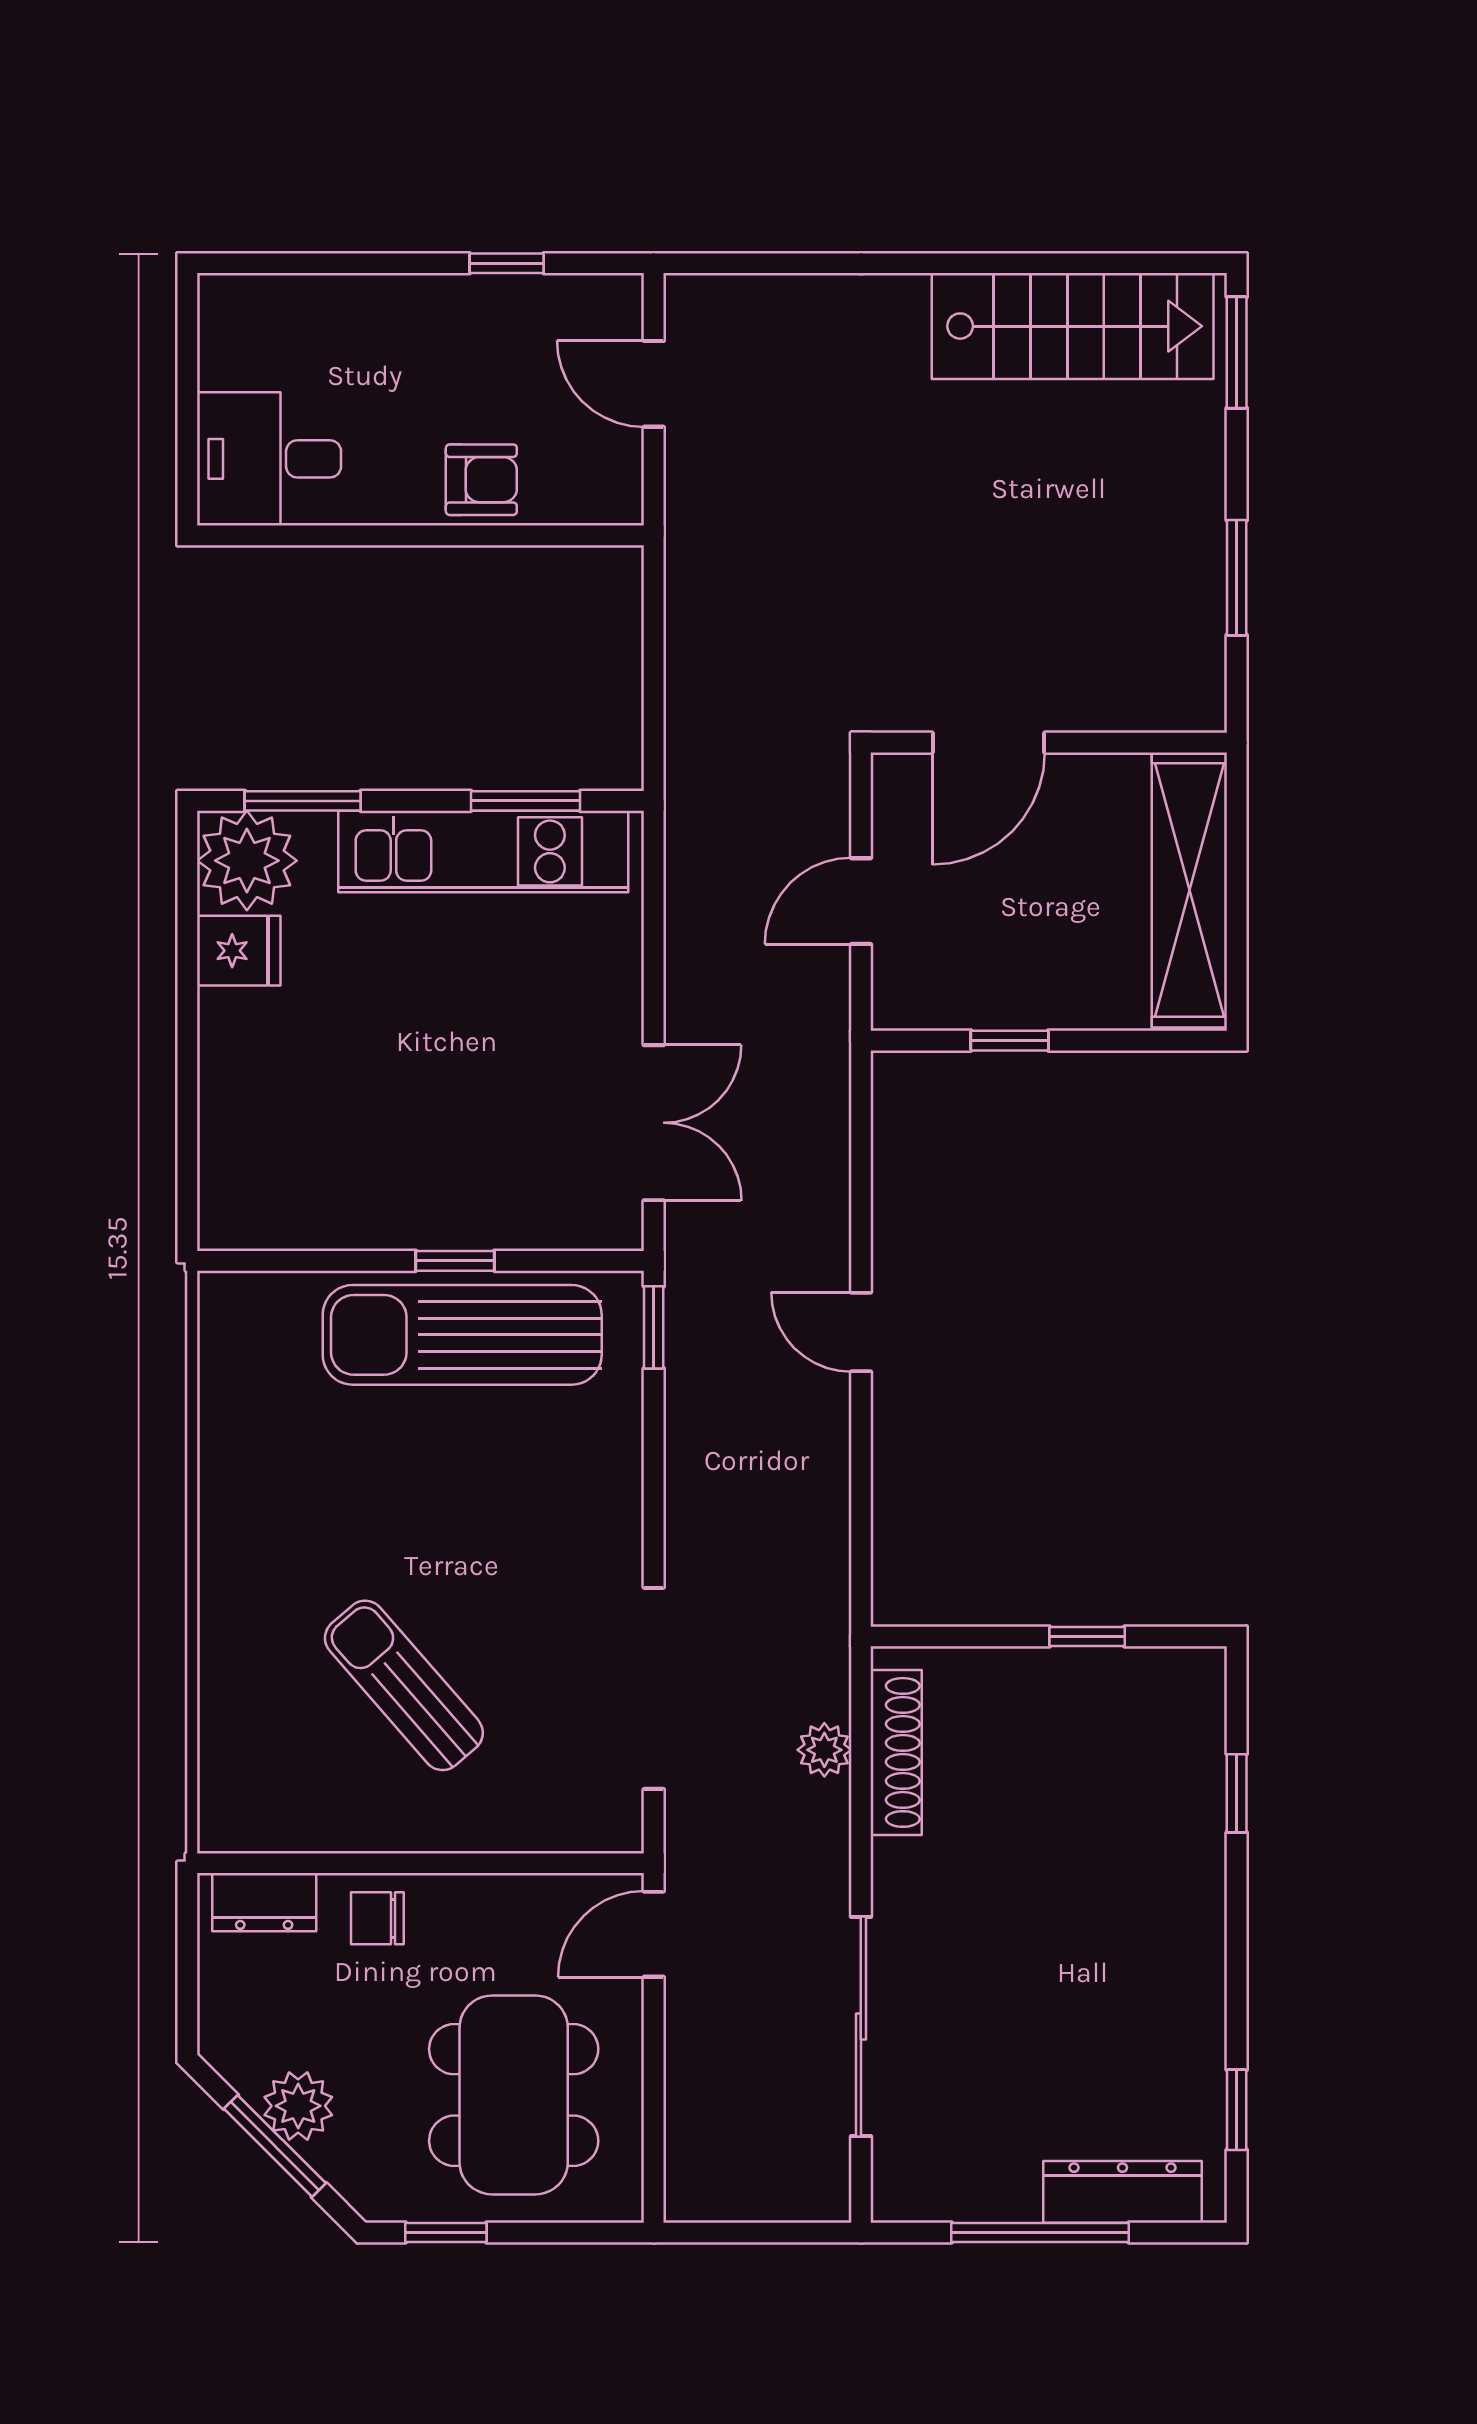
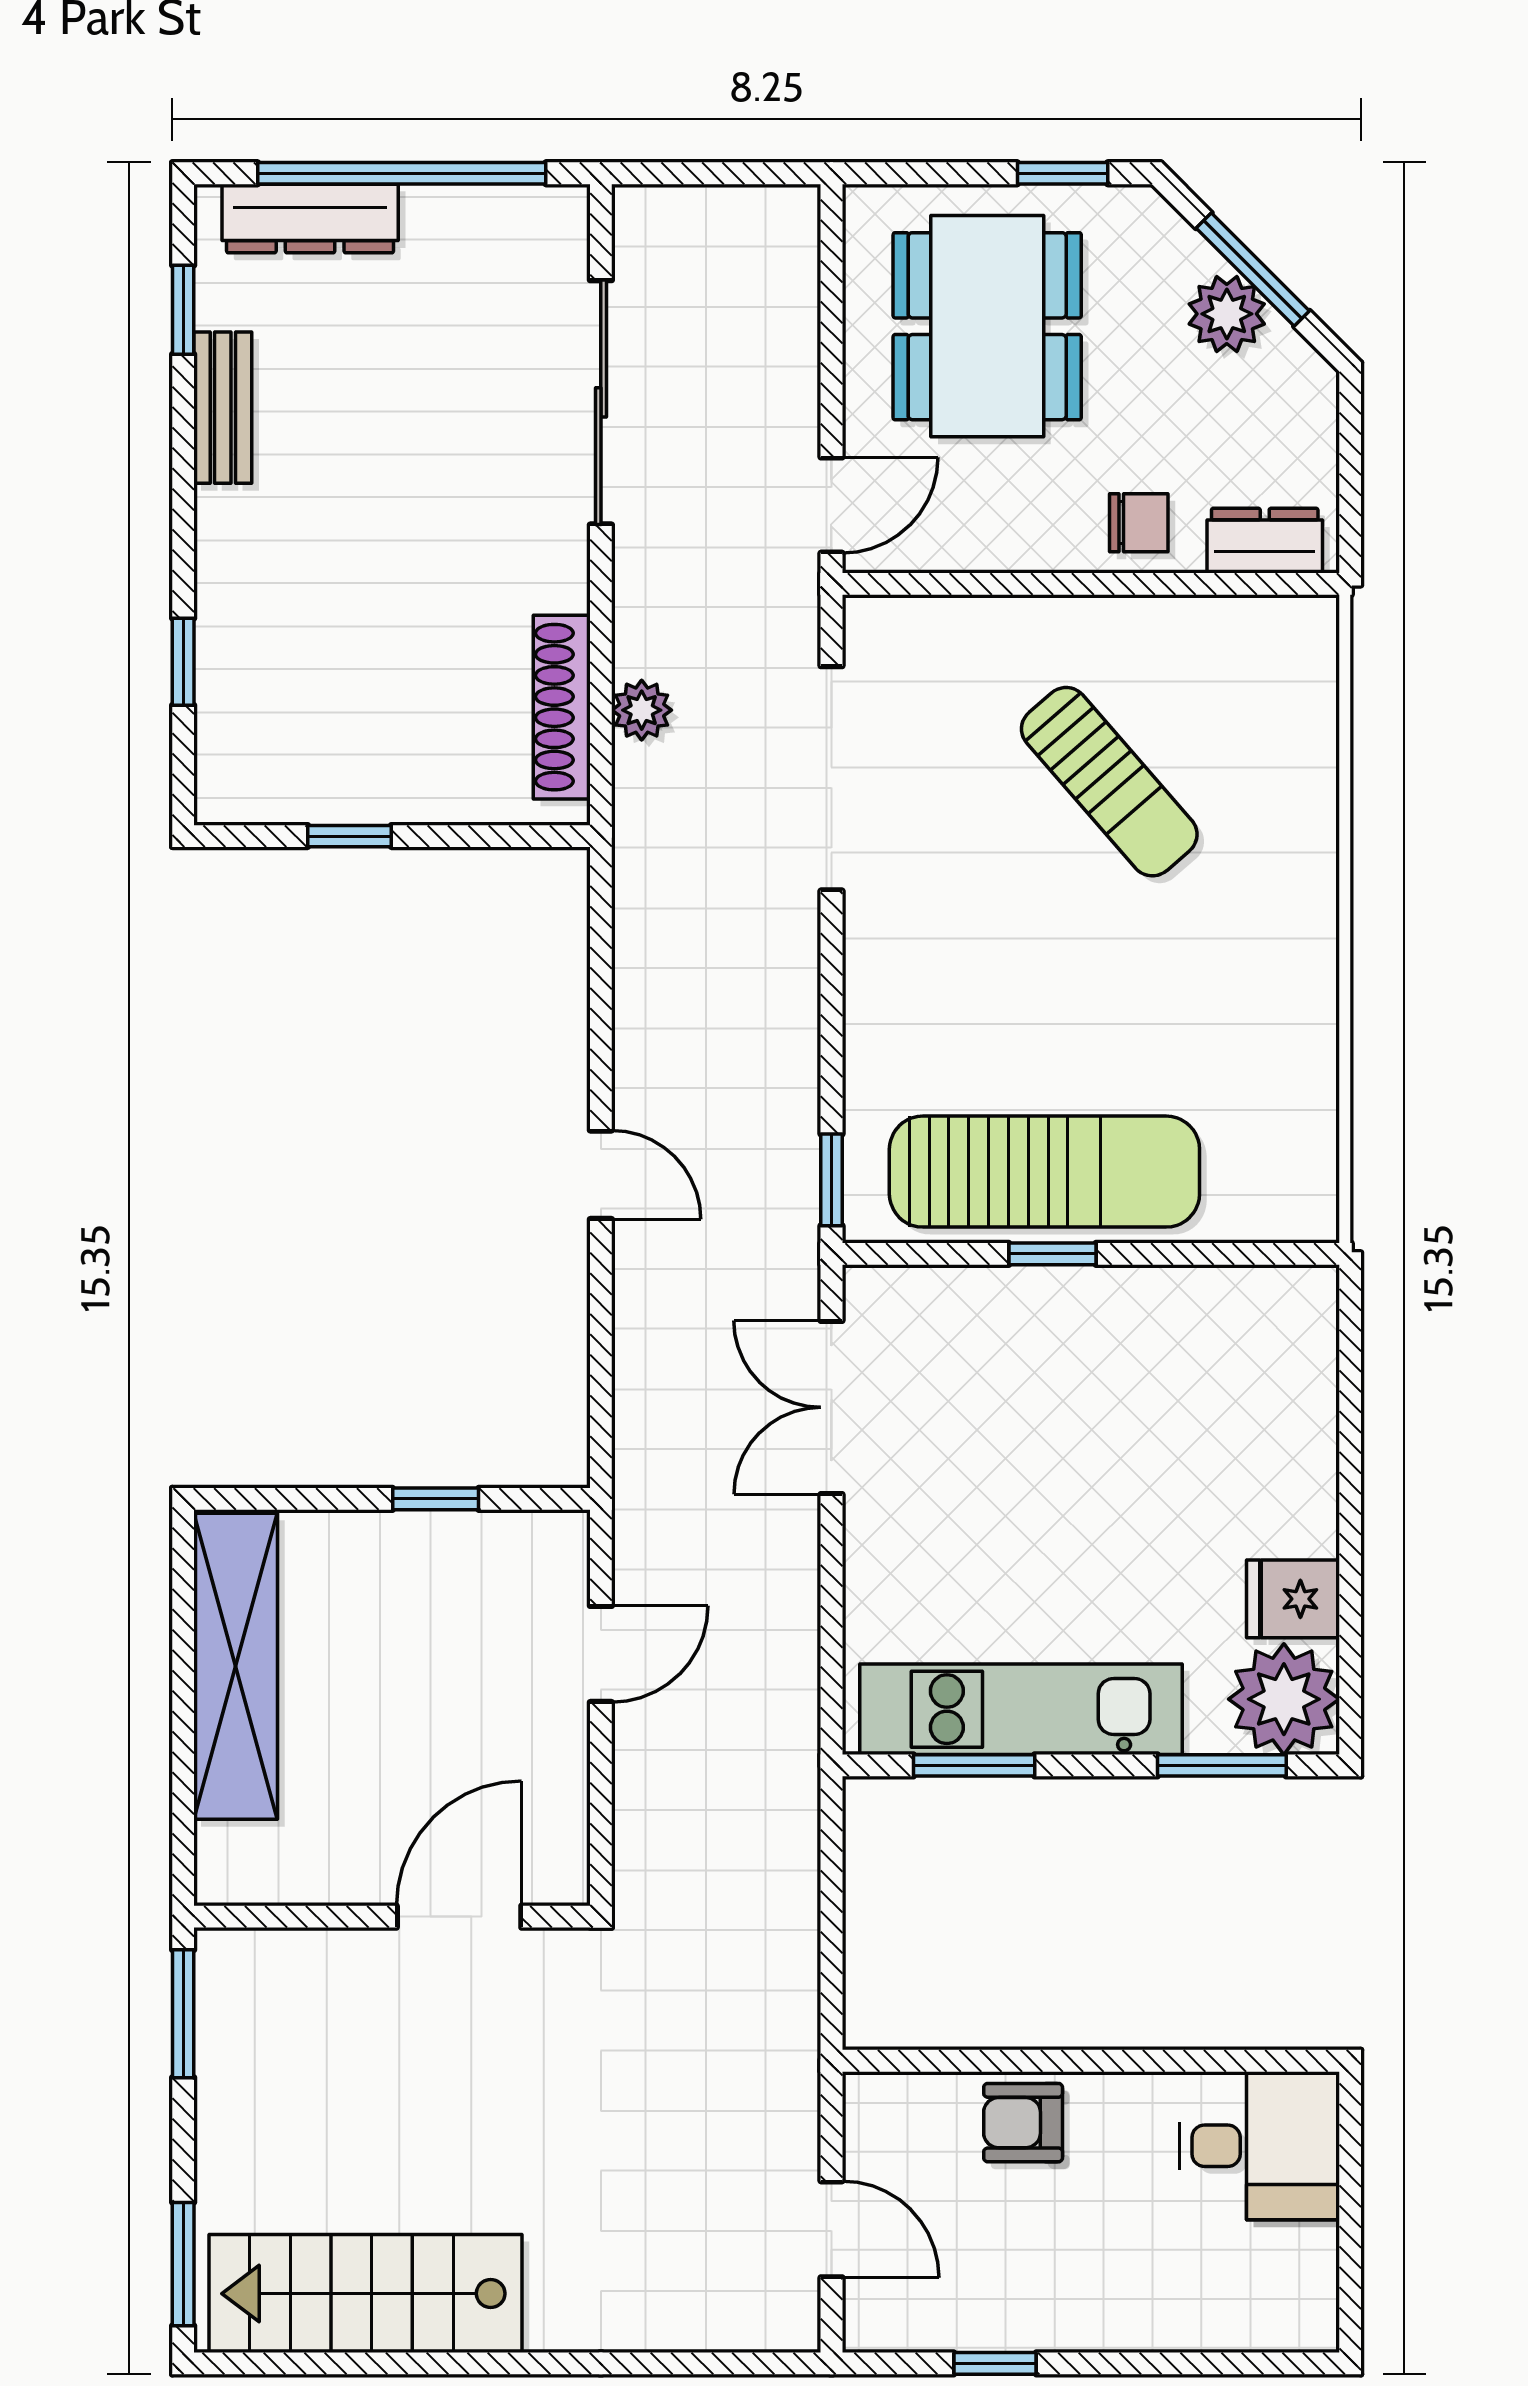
door: (988, 743) -> (459, 1917), moved
wall: (1049, 743) -> (392, 1917), moved
bench: (1201, 2022) -> (223, 408), added
window: (1040, 2232) -> (402, 173), width x1.46

